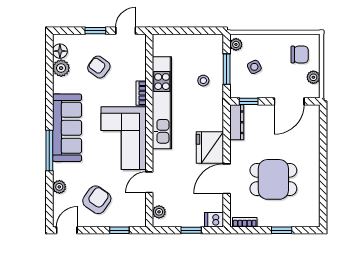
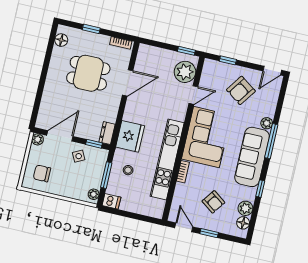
door: (126, 31) -> (184, 227), swing flipped
side table: (254, 67) -> (79, 156), moved
plant: (313, 77) -> (38, 139), moved
window: (49, 94) -> (260, 189), added
dresser: (237, 122) -> (107, 133), width x0.70
fridge: (210, 148) -> (130, 136), moved
plant: (59, 187) -> (267, 123), moved
floor lamp: (313, 210) -> (61, 40), added
plant: (159, 212) -> (185, 72), width x1.88, depth x1.88
dishwasher: (214, 220) -> (111, 201), moved
window: (191, 230) -> (186, 51), moved

